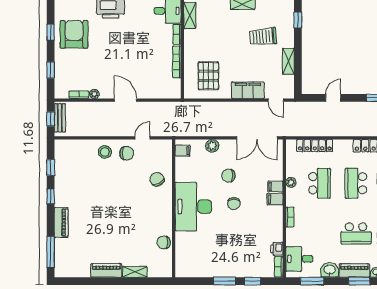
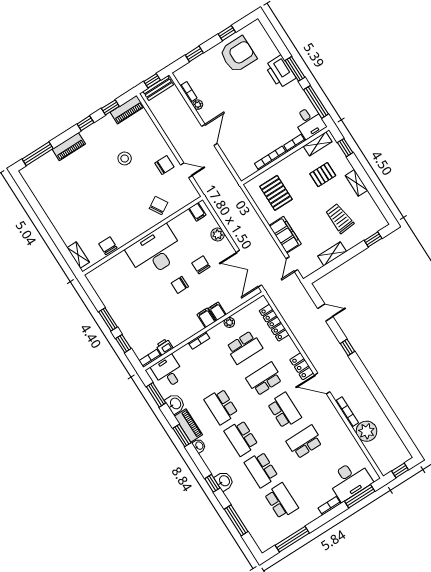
pallet: (218, 27) -> (323, 175), added
pallet: (208, 76) -> (276, 193), turned 90
stool: (105, 152) -> (125, 158), moved
chair: (127, 153) -> (164, 165), turned -90
piano: (106, 270) -> (127, 110), moved, turned 90
shelving: (135, 272) -> (78, 255), moved

